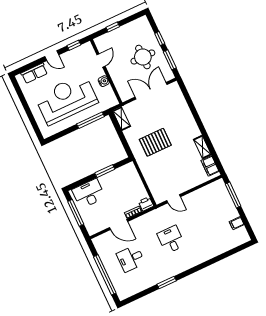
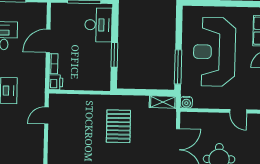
water cooler: (104, 81) -> (186, 102), moved
reception desk: (66, 99) -> (214, 52), turned 180

